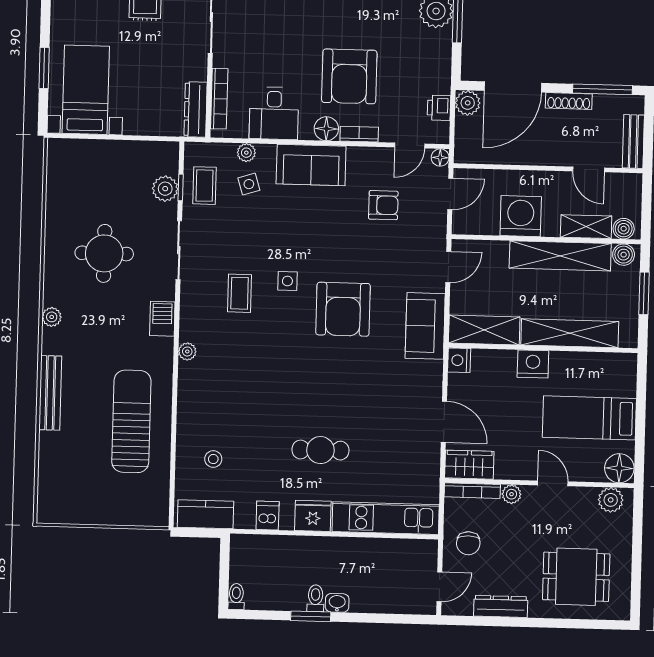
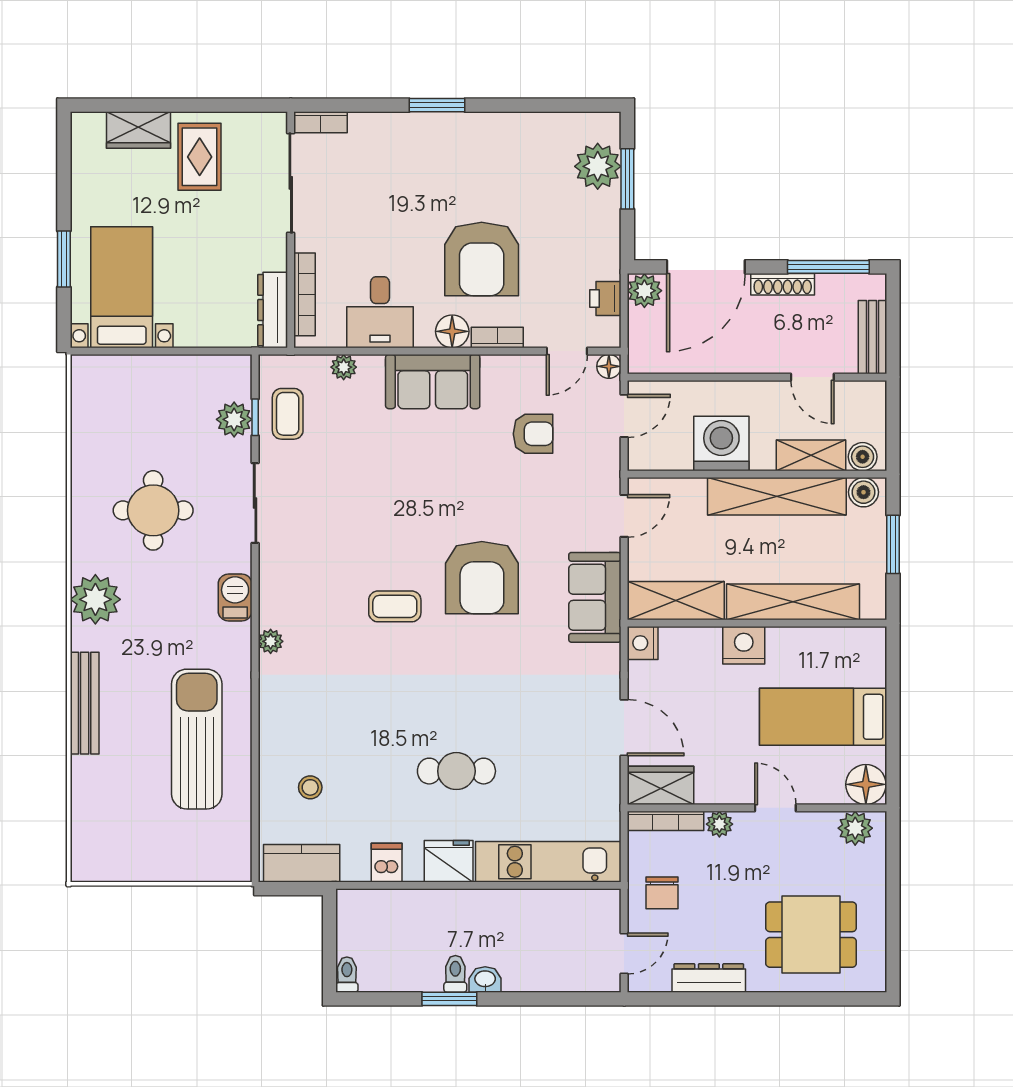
side table: (249, 184) -> (348, 410), removed
side table: (287, 281) -> (405, 541), removed
coffee table: (240, 293) -> (395, 606), moved, turned 90
plant: (52, 317) -> (95, 599), width x1.88, depth x1.88

